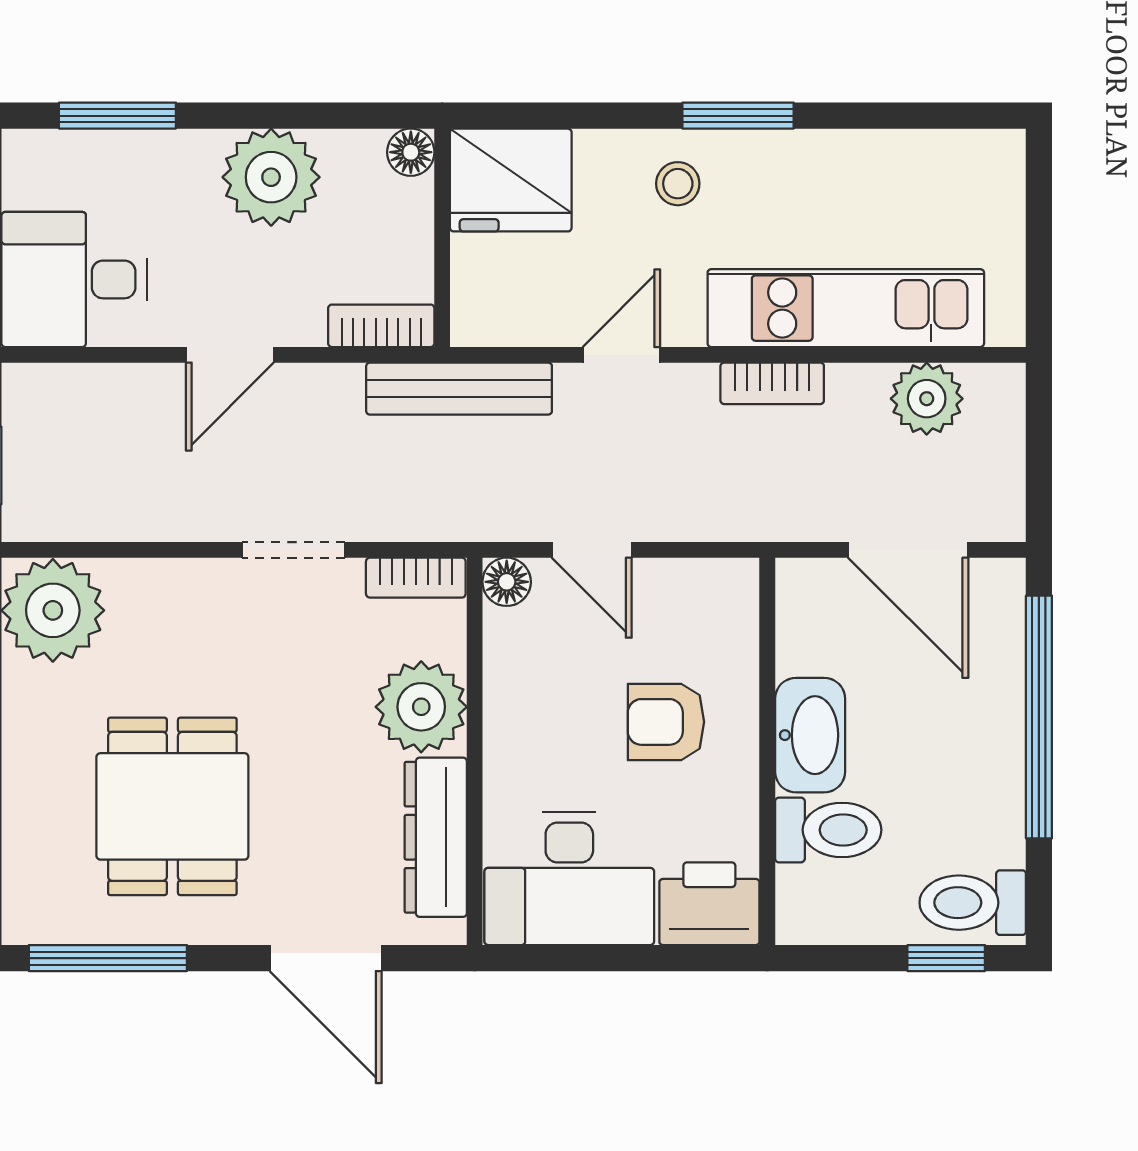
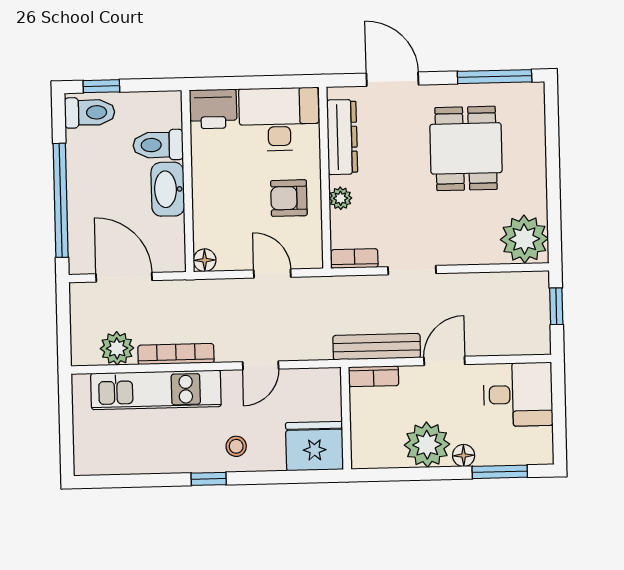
window: (738, 116) -> (209, 479), width x0.67
floor lamp: (411, 152) -> (464, 455), moved
bookcase: (772, 383) -> (176, 354), width x1.56
bench: (459, 389) -> (377, 347), moved
floor lamp: (507, 582) -> (205, 260), moved
plant: (421, 707) -> (340, 198), width x0.53, depth x0.53
armchair: (666, 722) -> (289, 198), moved, turned 180

